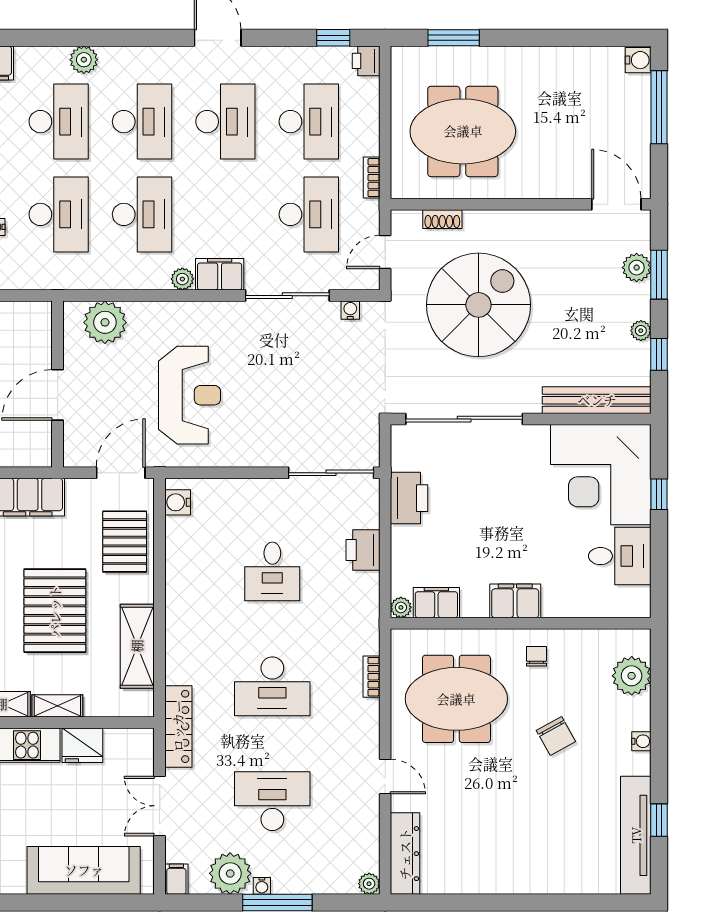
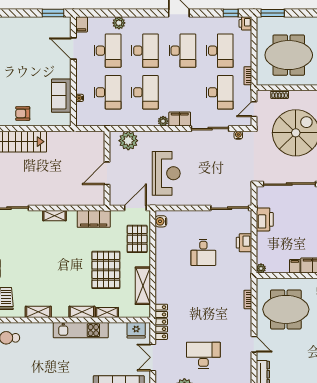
window: (454, 38) -> (273, 13), moved
filing cabinet: (436, 603) -> (295, 266), moved, width x0.50
desk: (272, 686) -> (203, 304), removed
fridge: (82, 745) -> (136, 330), moved

